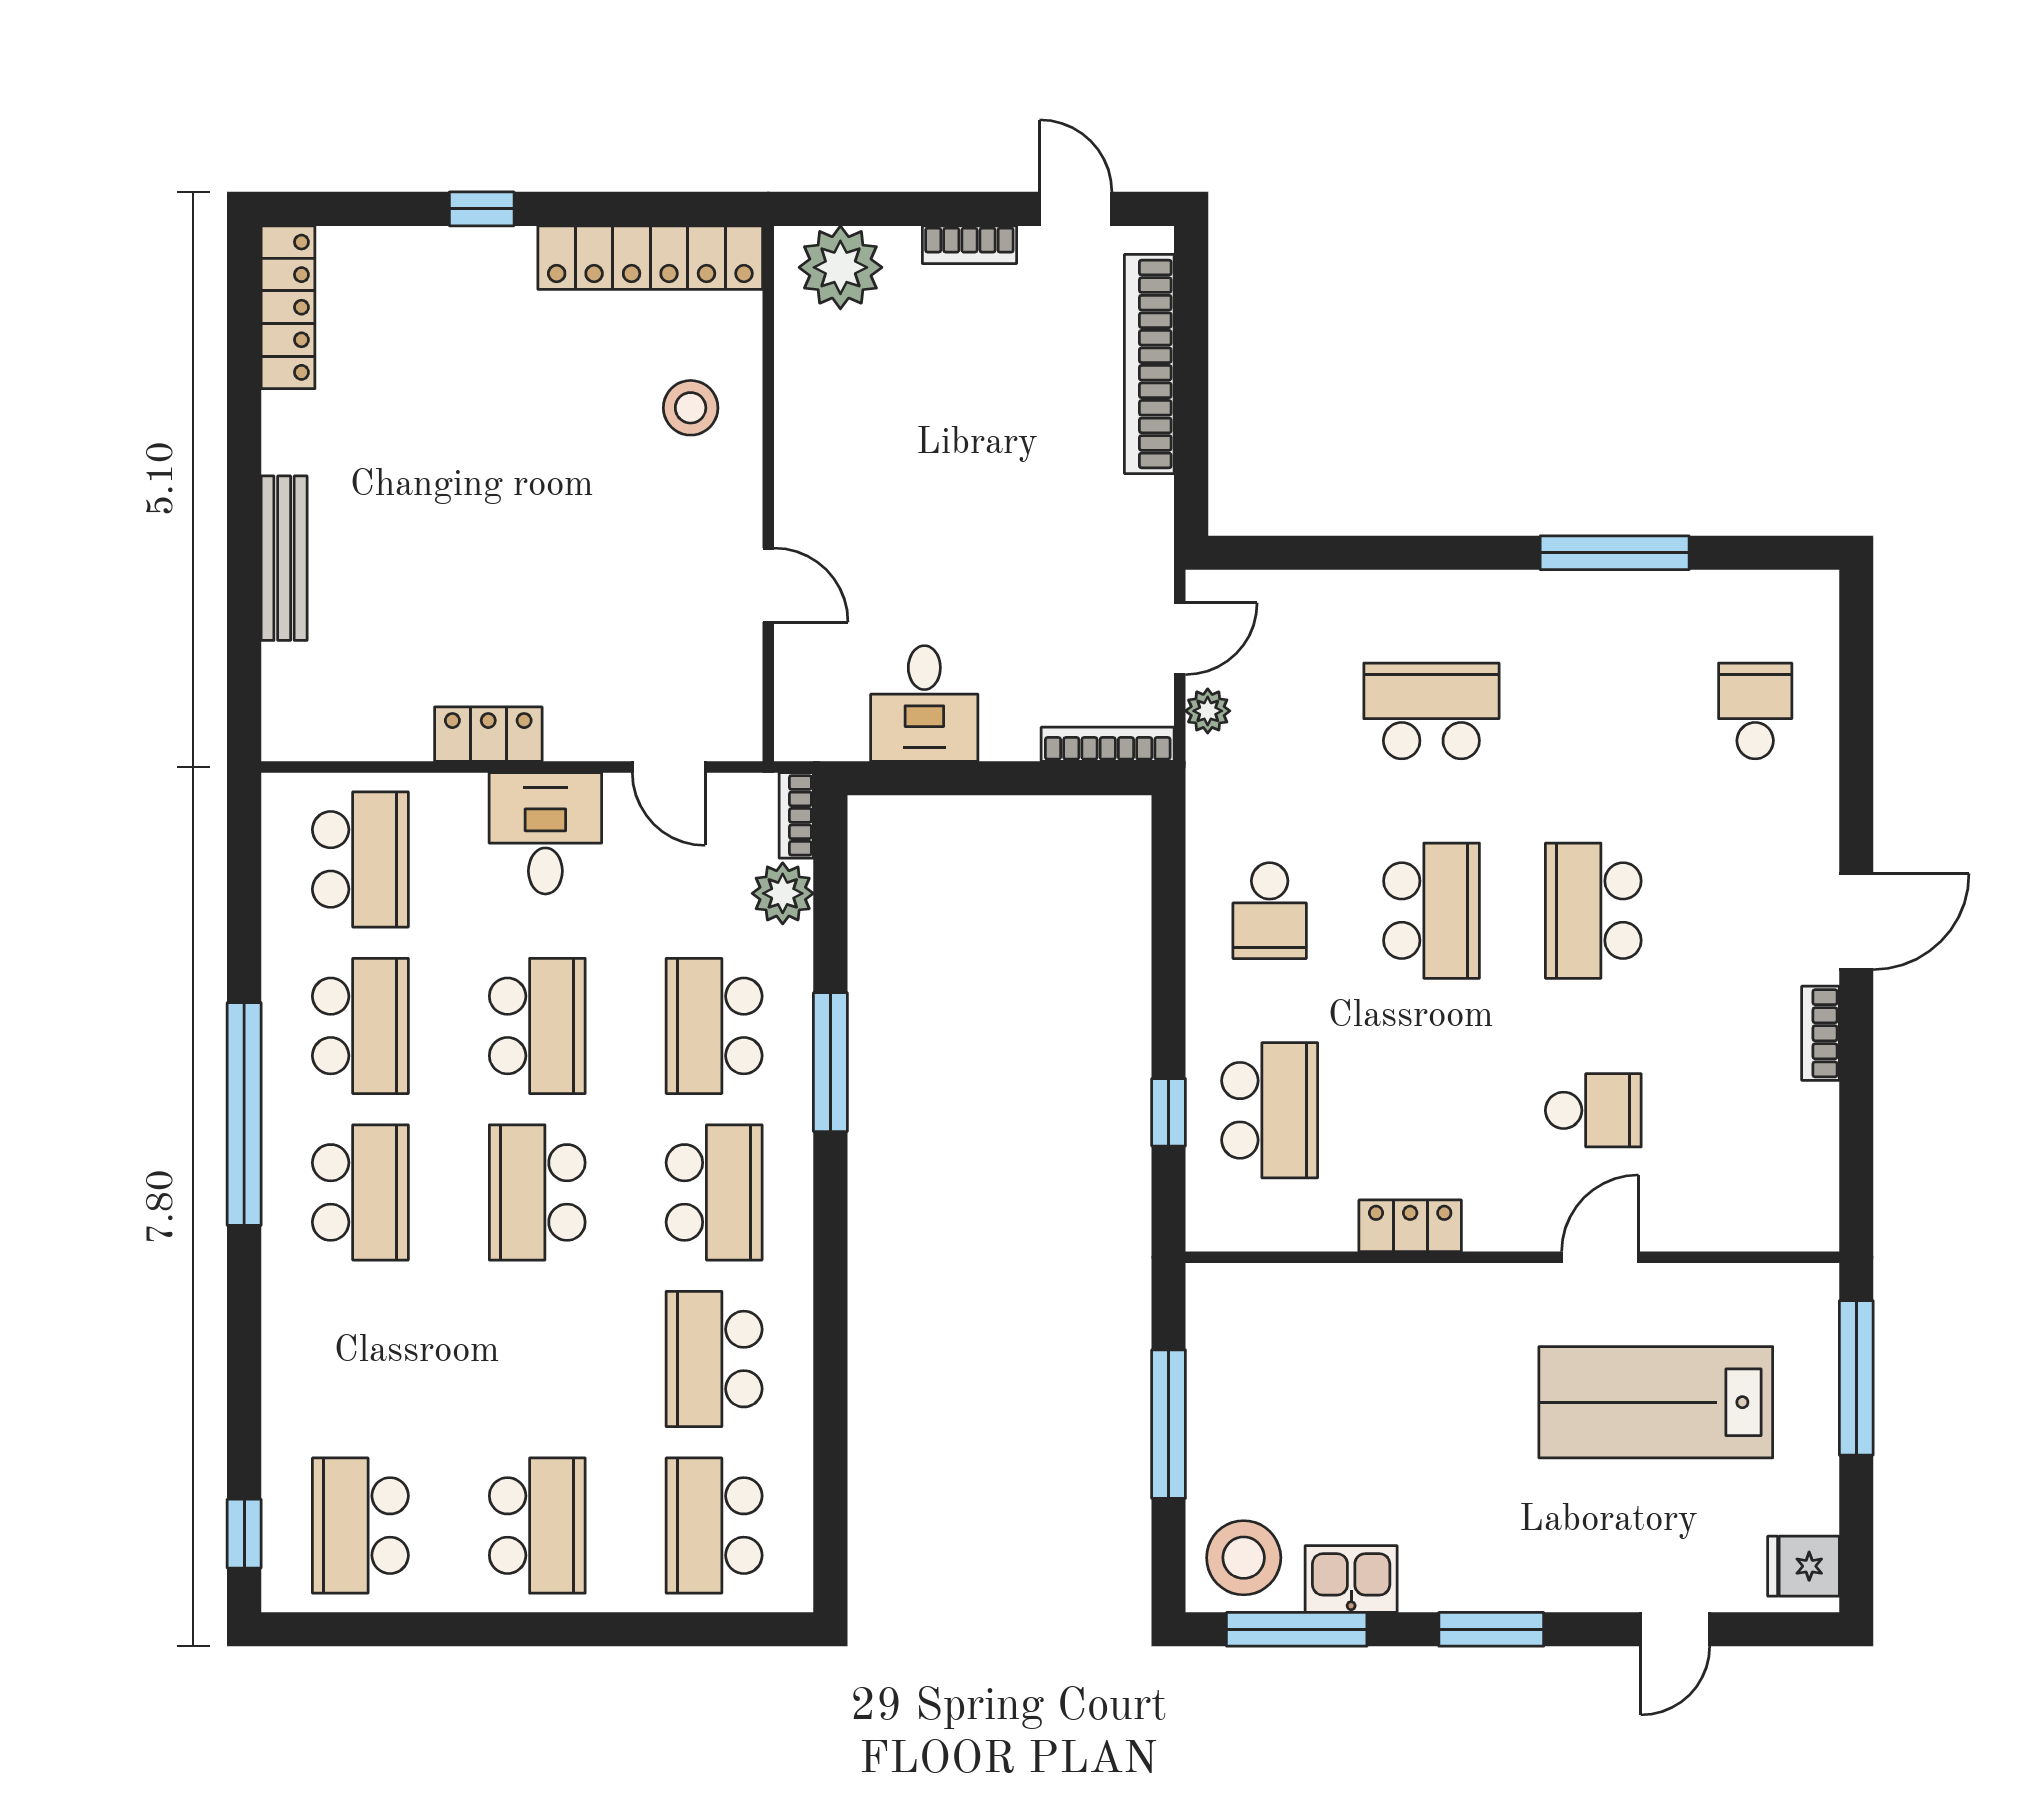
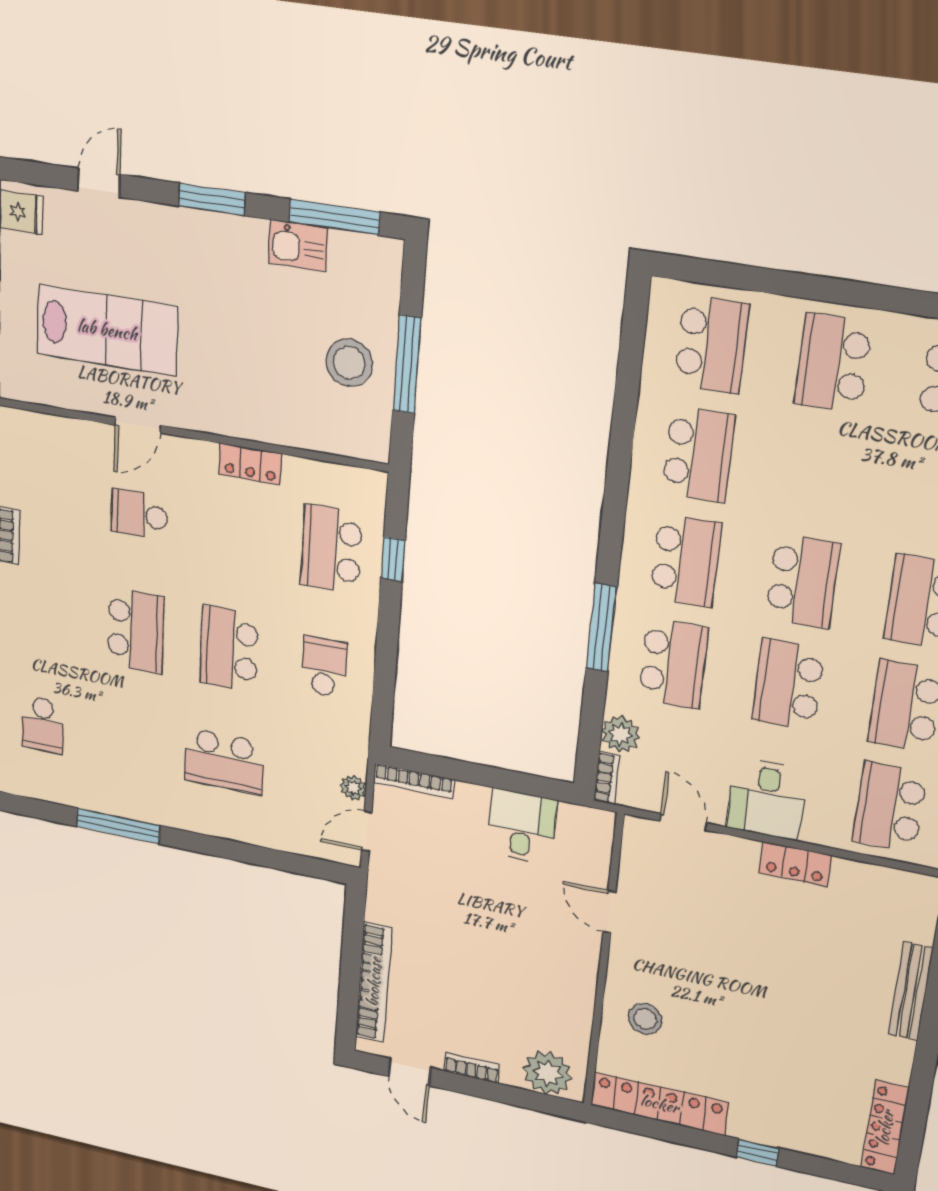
school desk: (714, 1192) -> (686, 561), turned 180
stool: (1244, 1558) -> (349, 363), moved

